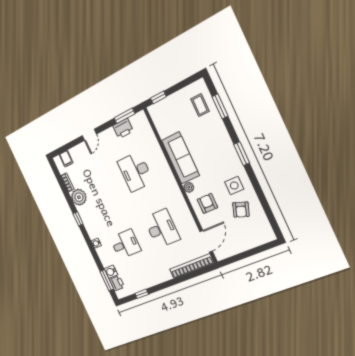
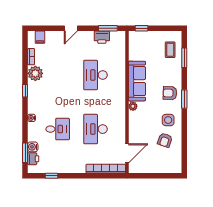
armchair: (207, 203) -> (170, 93), moved, turned -87
desk: (162, 229) -> (95, 129), turned 180

